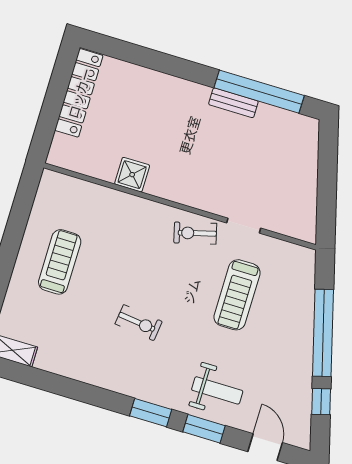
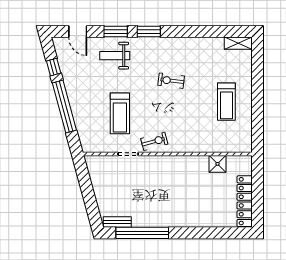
bench: (233, 103) -> (117, 222), moved
shower: (132, 175) -> (217, 164), moved
treadmill: (237, 295) -> (120, 113), turned 180

